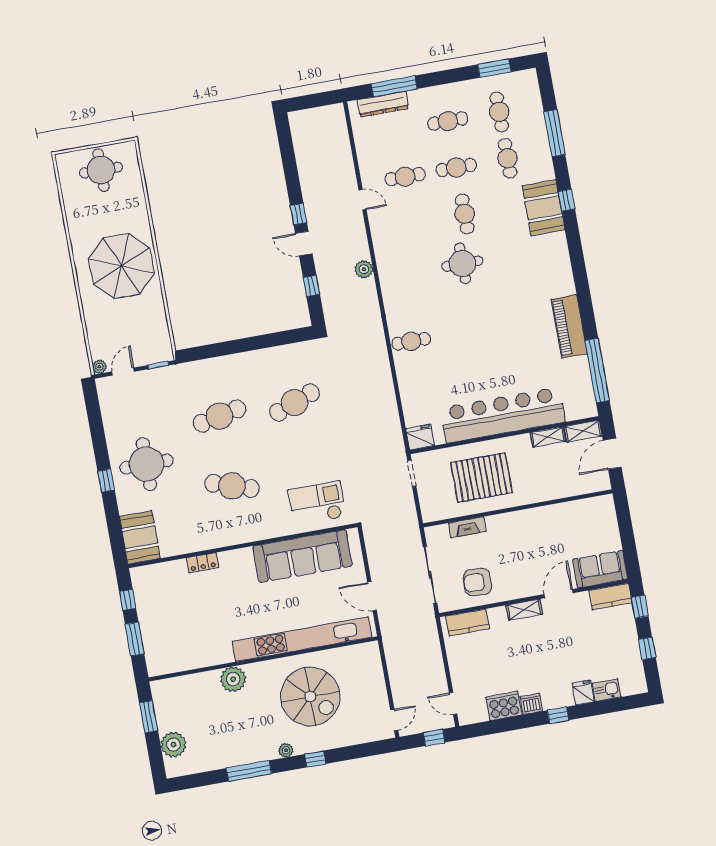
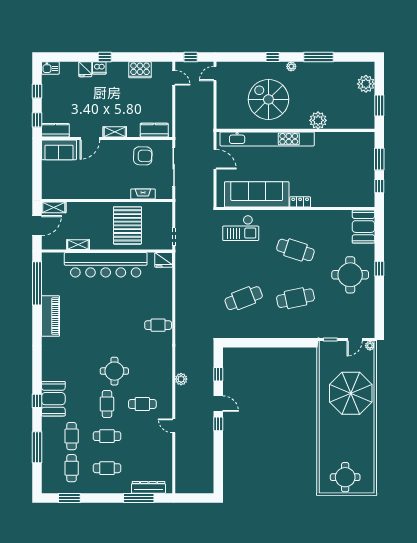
cafe table: (405, 177) -> (142, 404), moved
parasol: (122, 266) -> (351, 393), moved
shelving: (583, 431) -> (54, 207), moved
pallet: (481, 478) -> (127, 225), turned 90
locker: (203, 563) -> (300, 202), moved
kitchen sink: (607, 690) -> (50, 68), moved
dishwasher: (531, 704) -> (99, 68), moved

